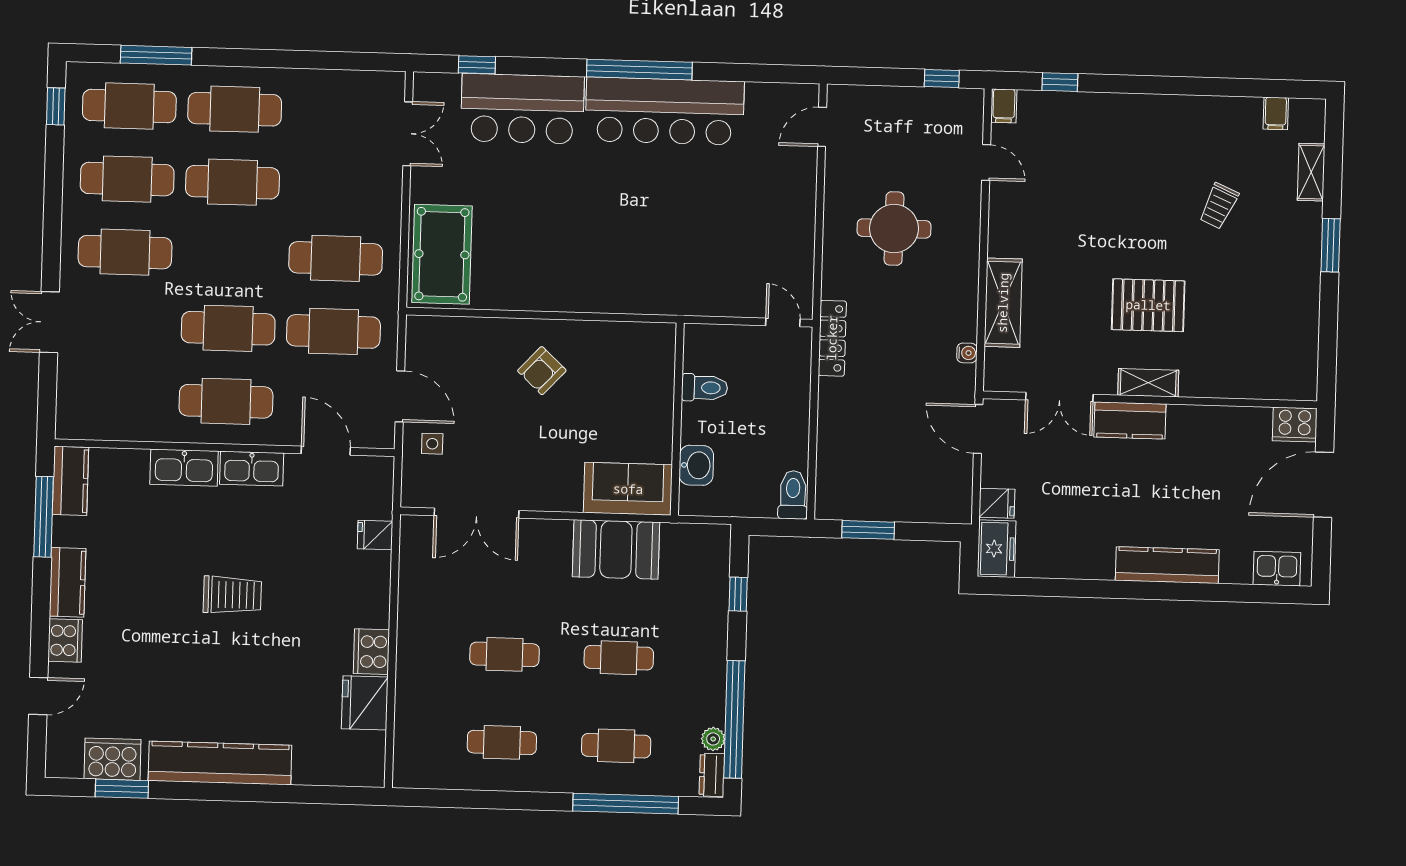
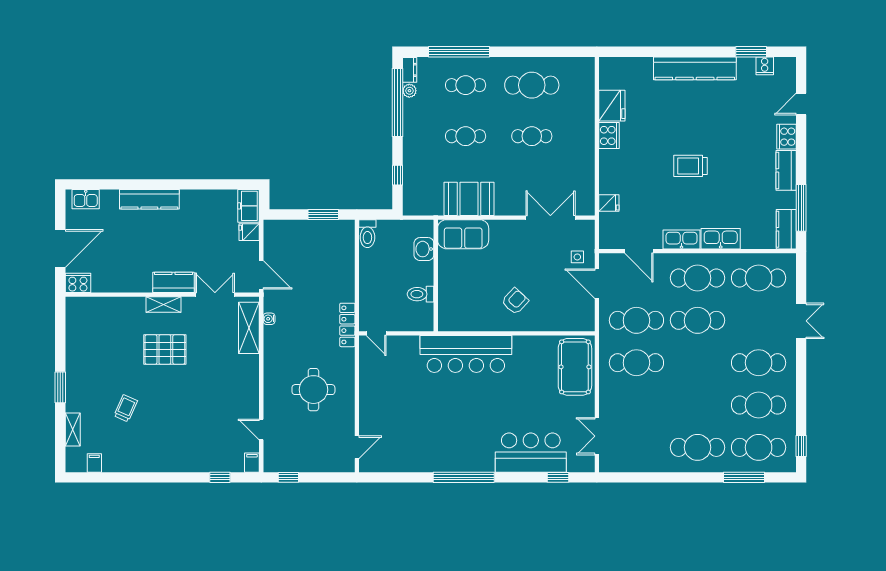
bar counter: (665, 111) -> (466, 354), moved, turned 180
cafe table: (232, 182) -> (759, 278), moved
shelving: (1003, 303) -> (249, 328), moved
cafe table: (502, 742) -> (532, 85), width x1.37, depth x1.35
cooker: (113, 759) -> (765, 66), width x0.53, depth x0.76

